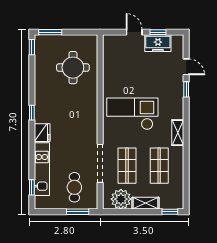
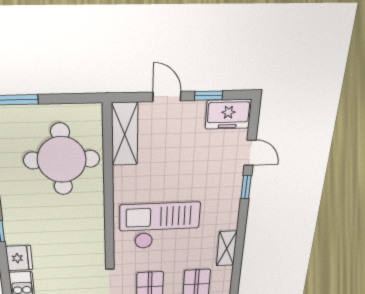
freezer: (158, 43) -> (228, 114), moved
shelving: (110, 53) -> (125, 134), added
round table: (73, 68) -> (62, 160), width x1.36, depth x1.36

